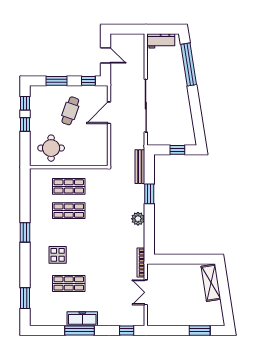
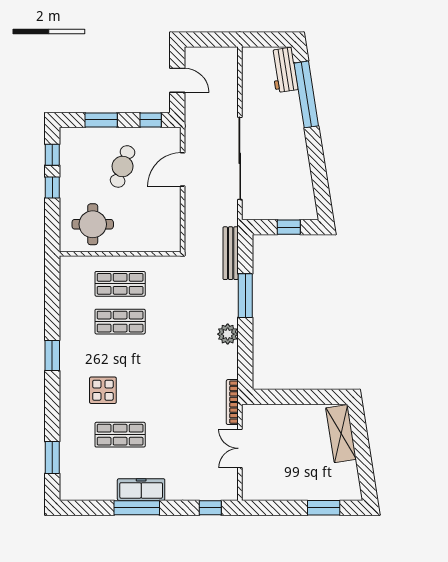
workbench: (161, 41) -> (284, 70), moved, turned 81
window: (149, 194) -> (245, 296), width x1.44

